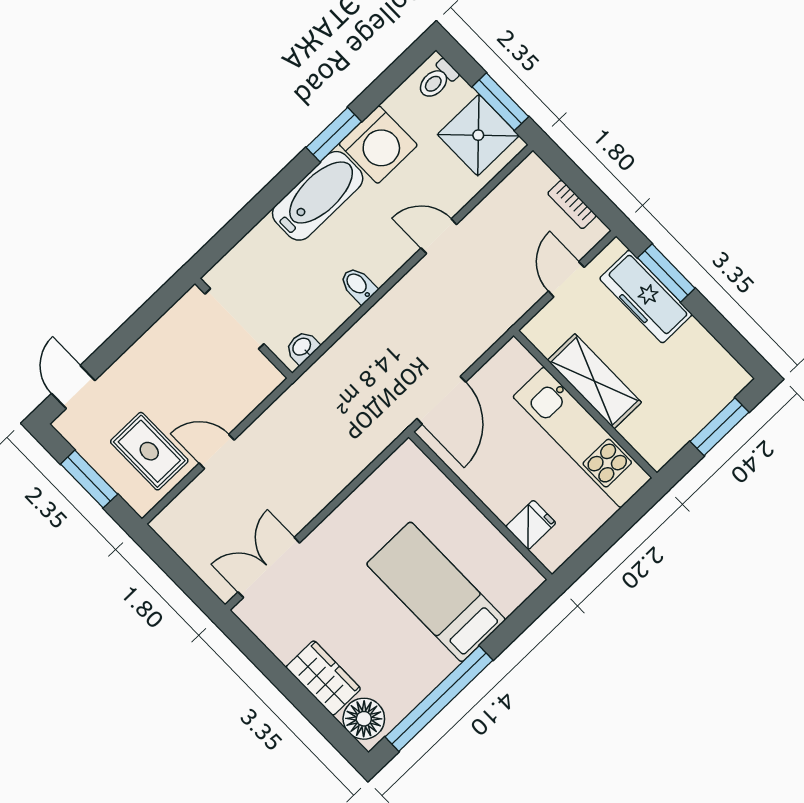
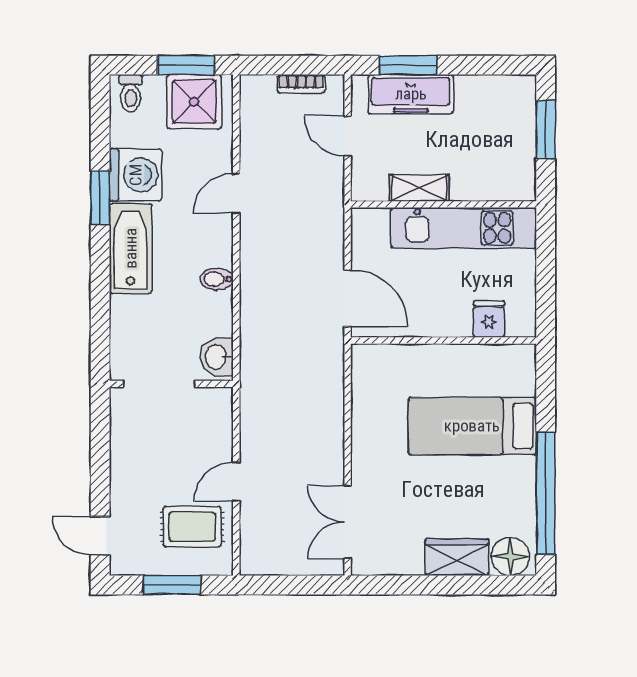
washbasin: (302, 347) -> (217, 357), width x1.38, depth x1.45
shelving: (594, 381) -> (419, 188), width x0.67, depth x0.75

